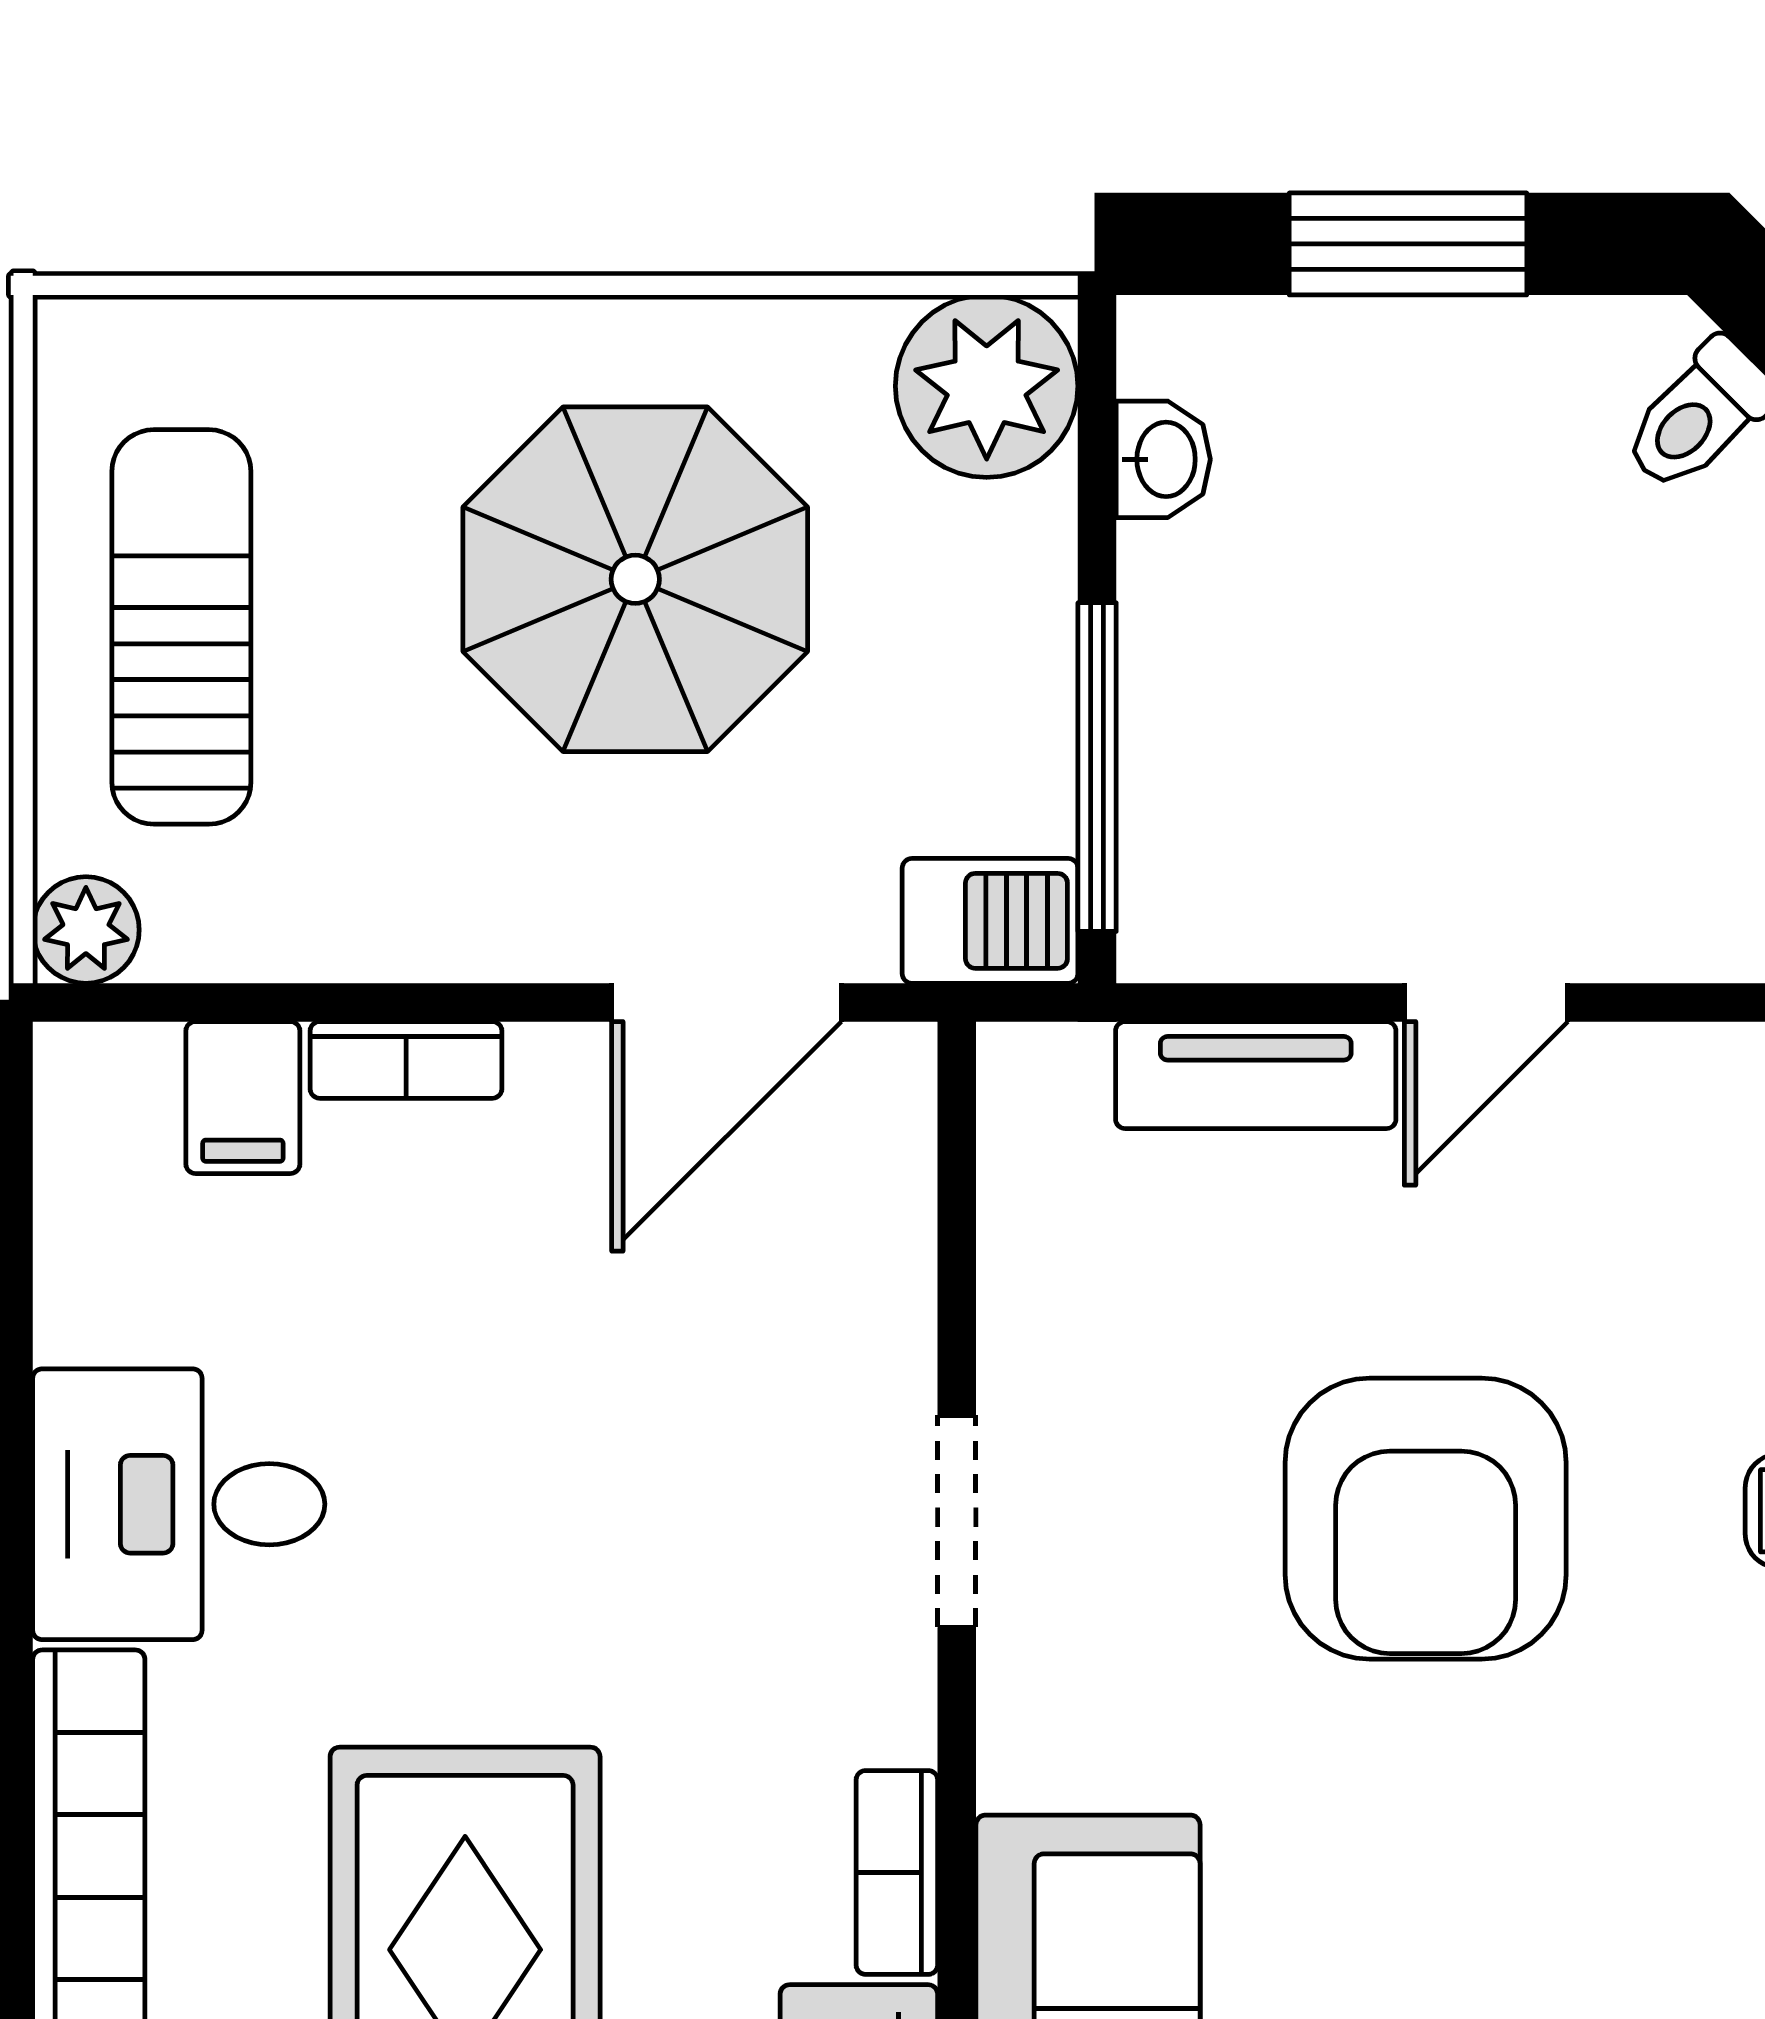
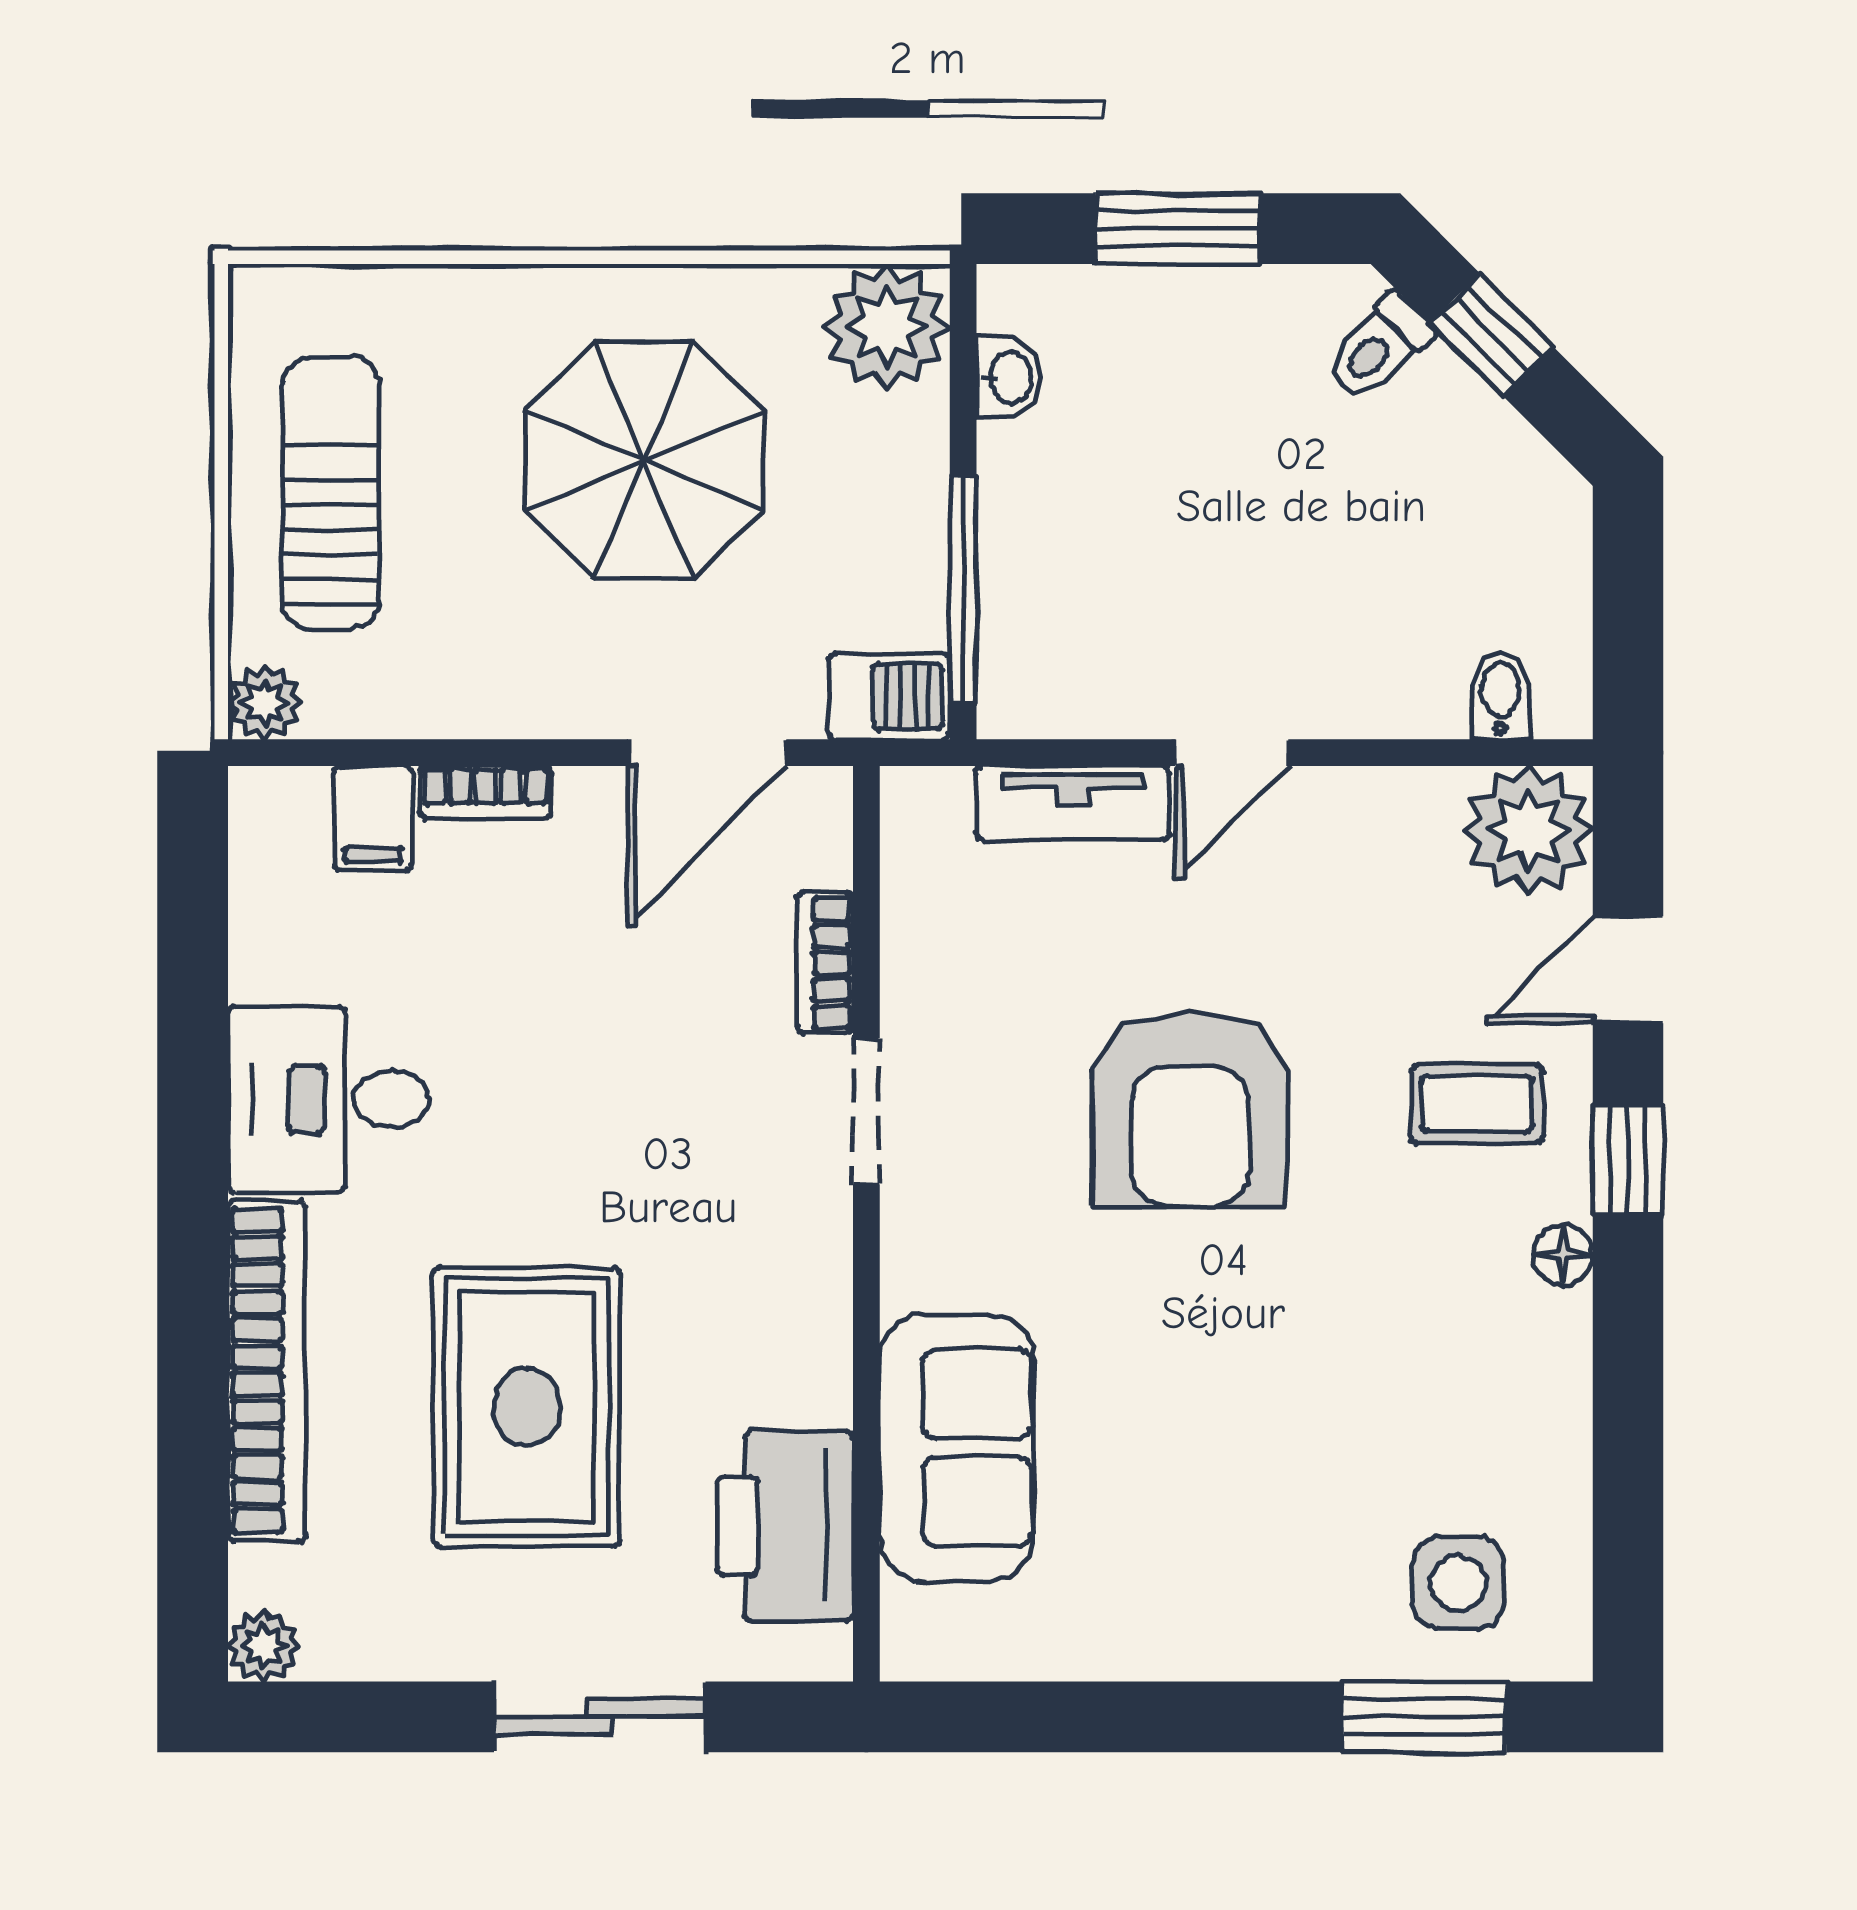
bookcase: (897, 1872) -> (825, 963), moved

